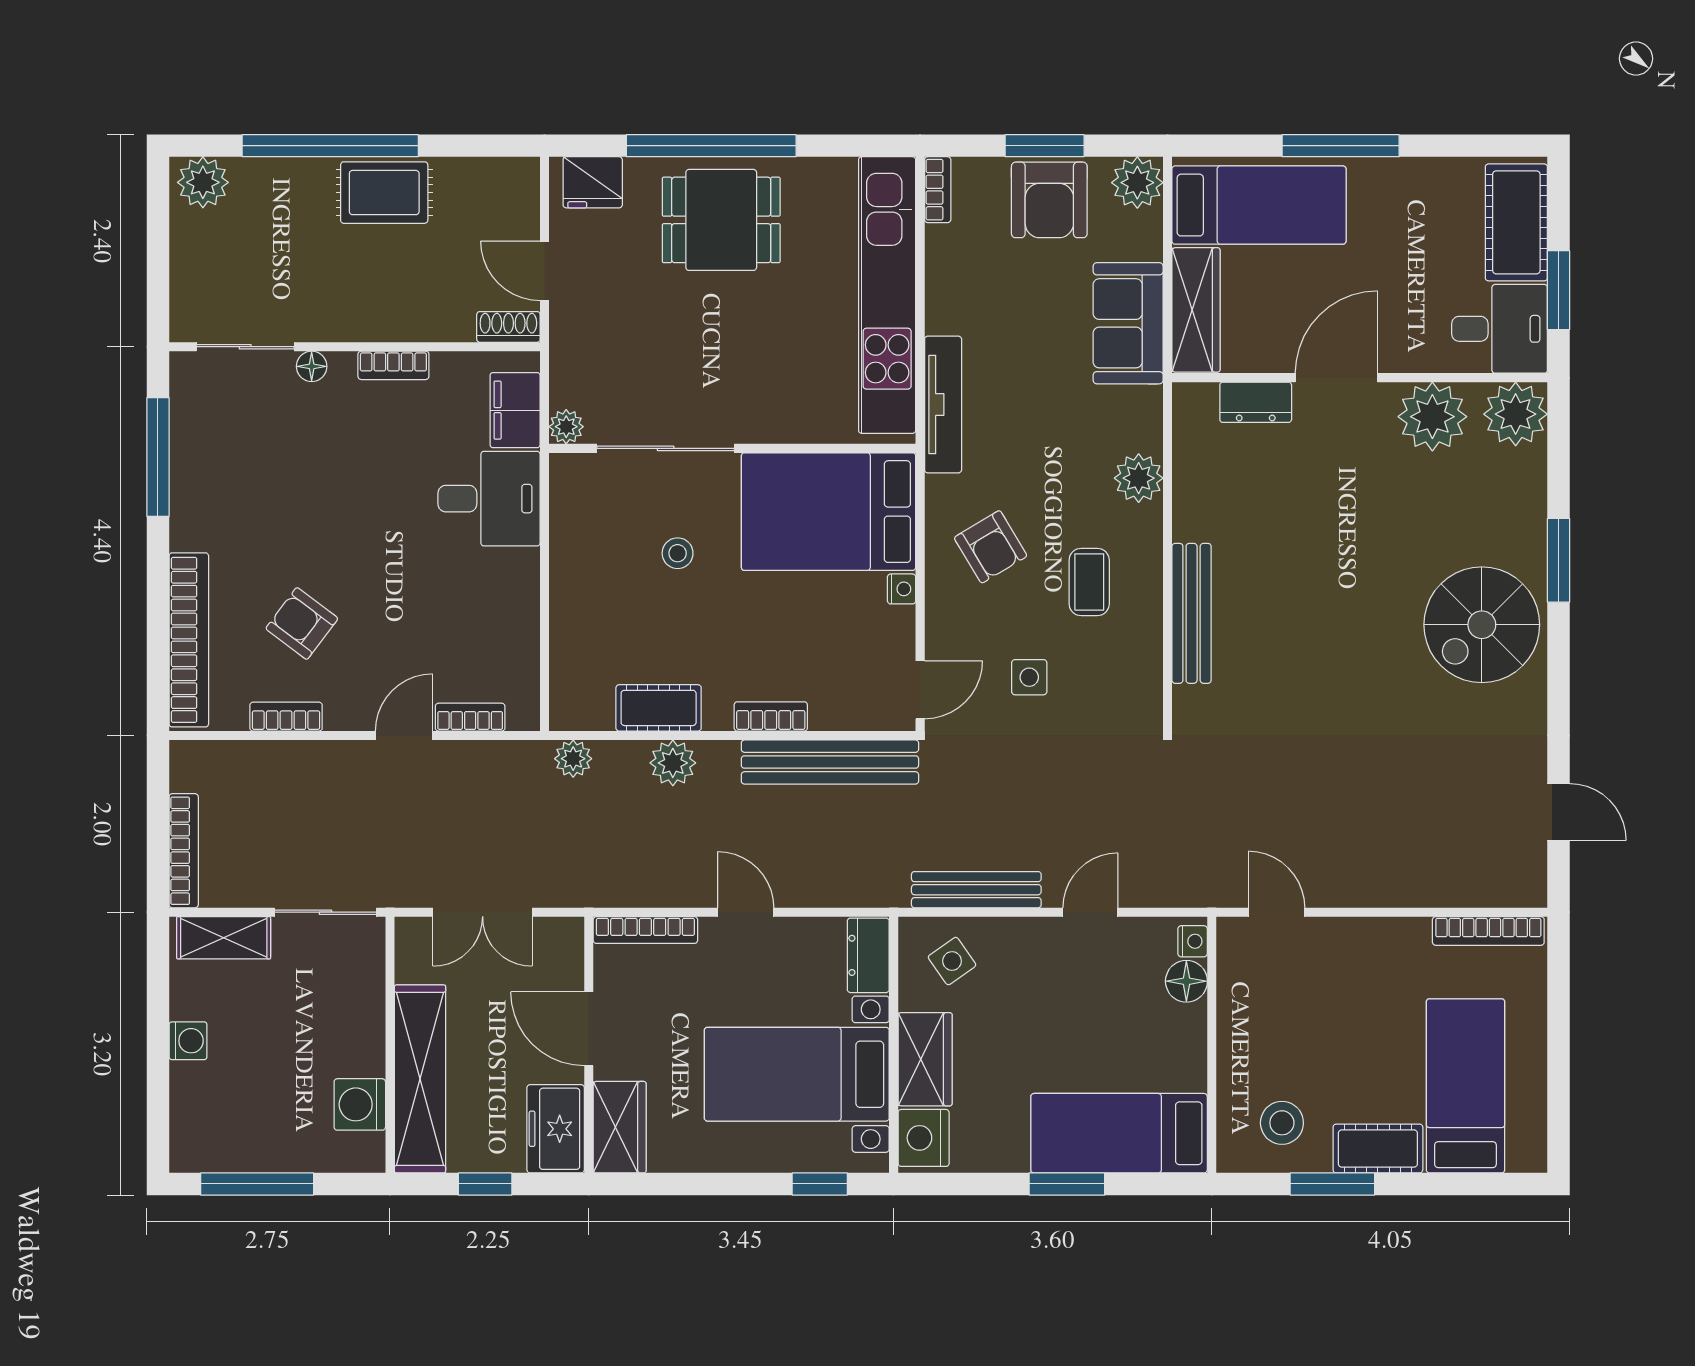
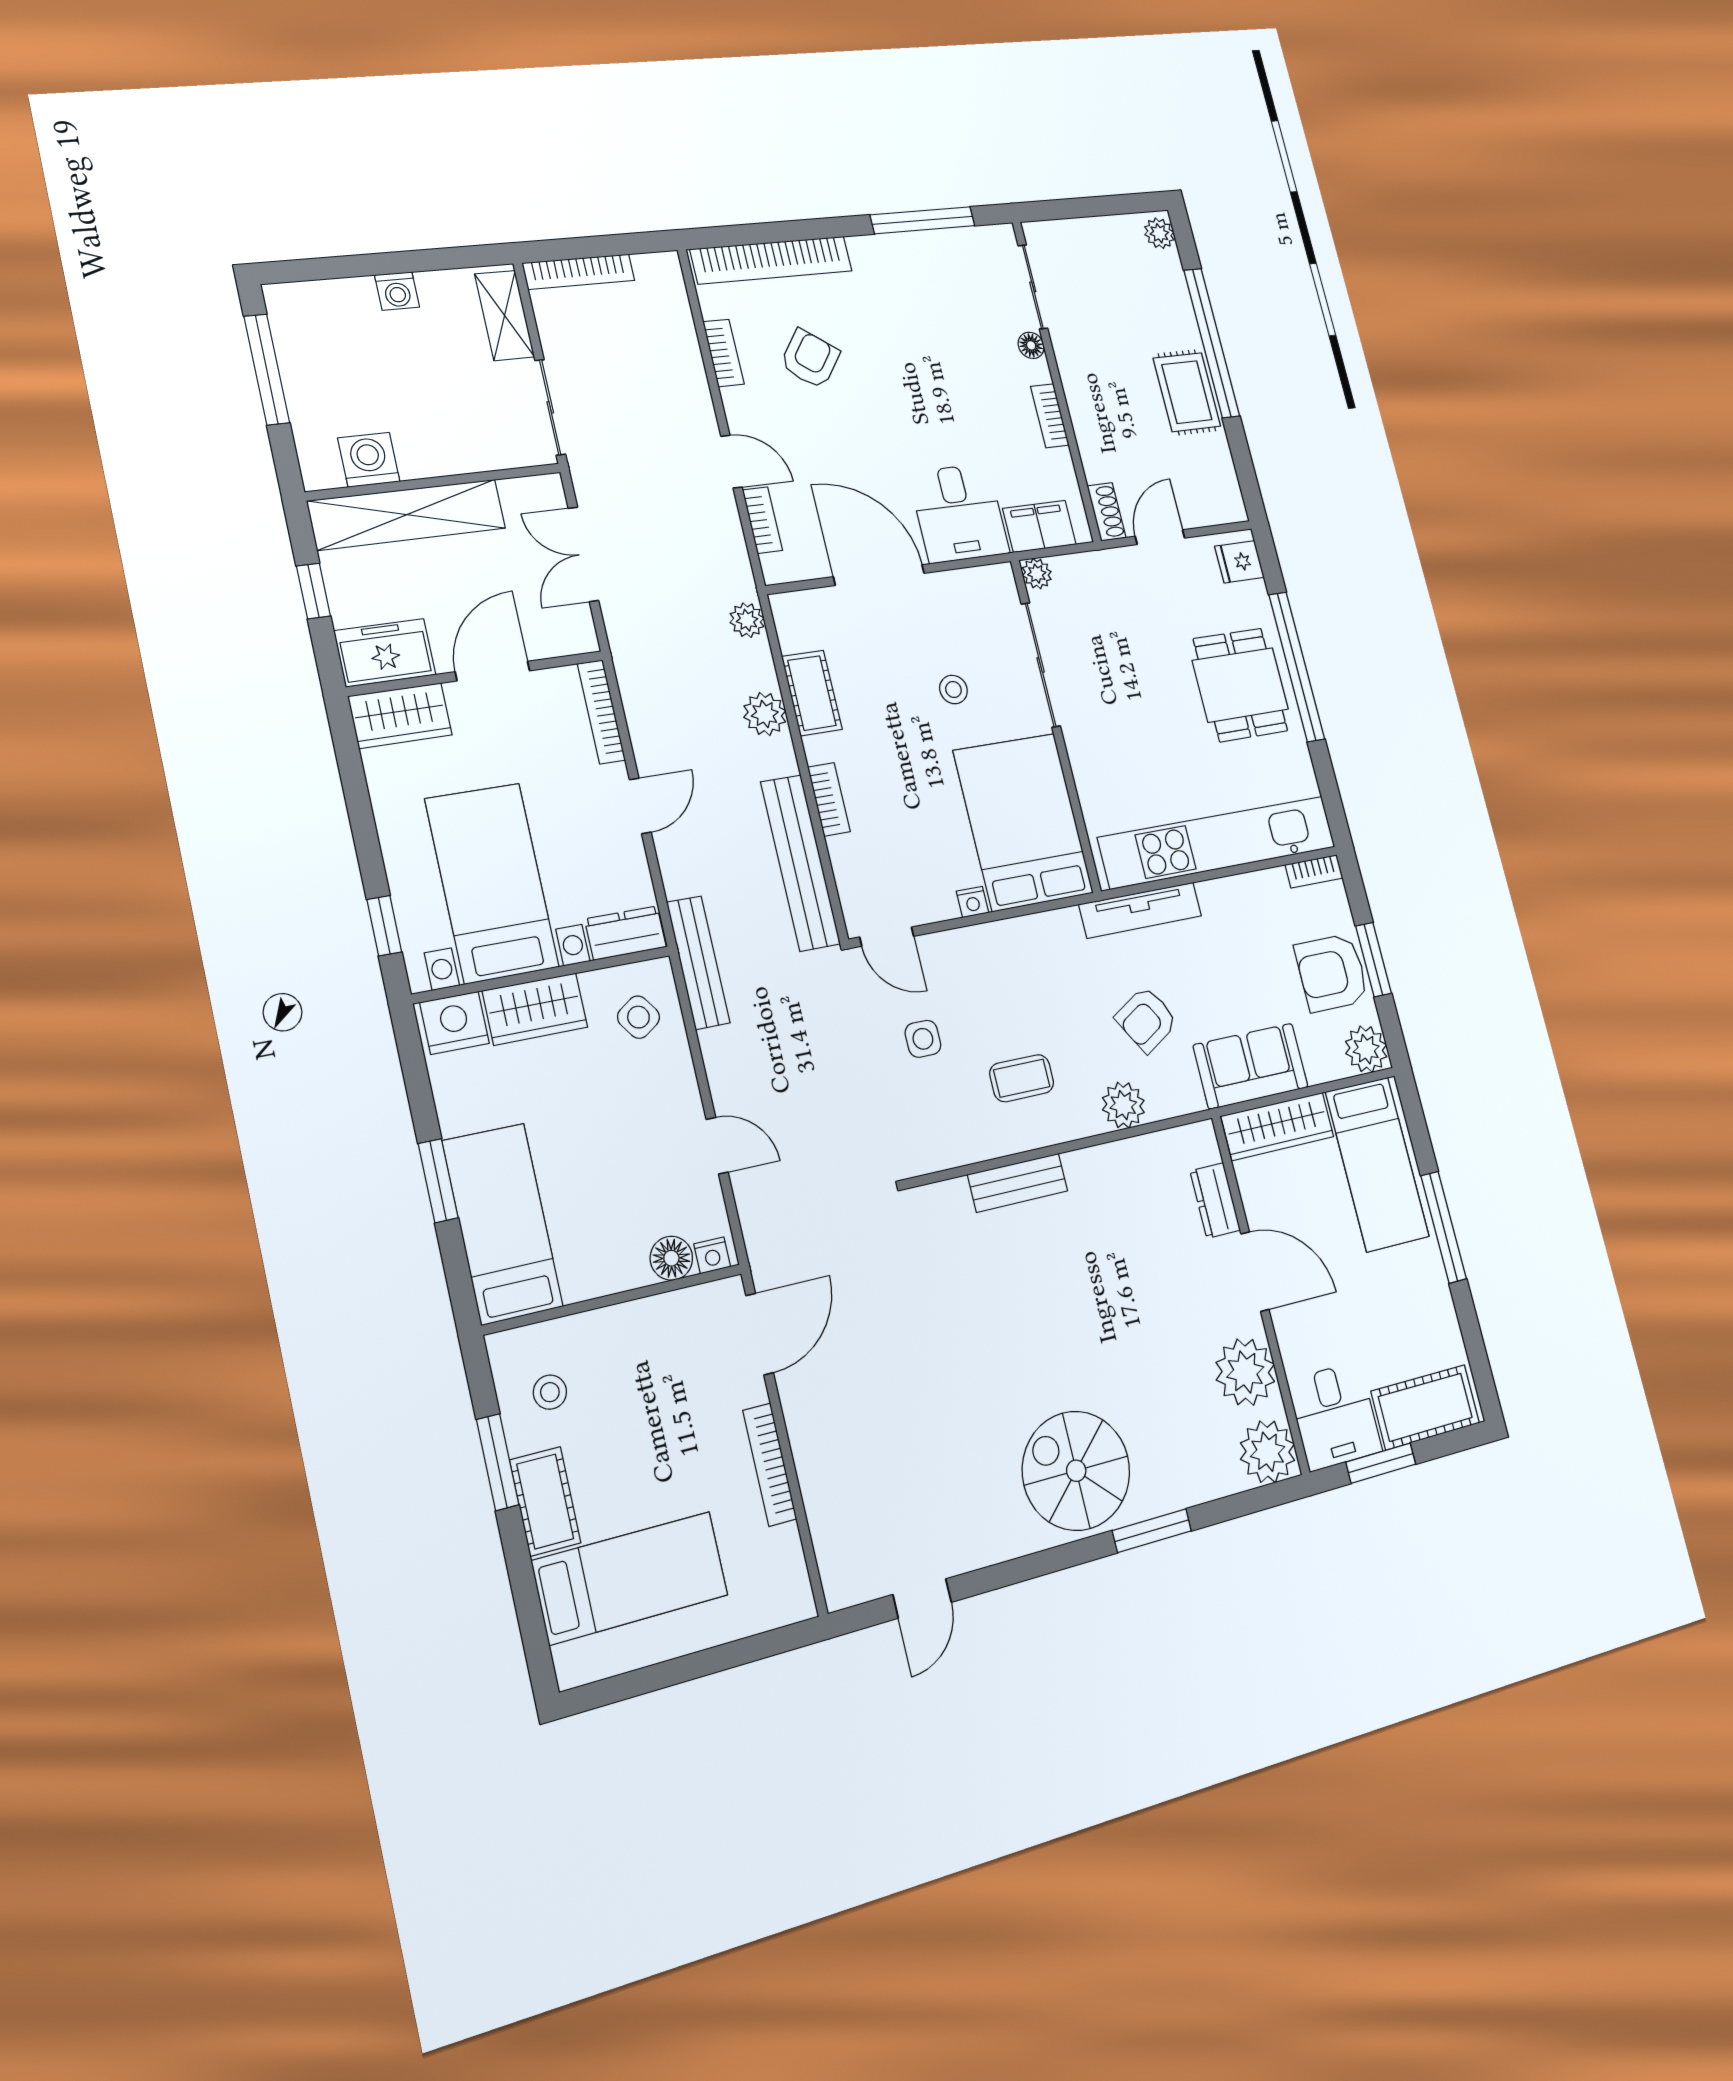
plant: (203, 182) -> (1159, 233), width x0.73, depth x0.73
fridge: (593, 182) -> (1239, 562), width x0.72
armchair: (991, 547) -> (1146, 1019), moved
door: (545, 605) -> (879, 575), added
bench: (1192, 613) -> (1018, 1183), width x0.73
bench: (976, 890) -> (698, 963), moved
door: (1276, 912) -> (760, 1334), width x1.37
bookcase: (1488, 931) -> (770, 1465), moved
stool: (1282, 1123) -> (550, 1392), width x0.73, depth x0.73

